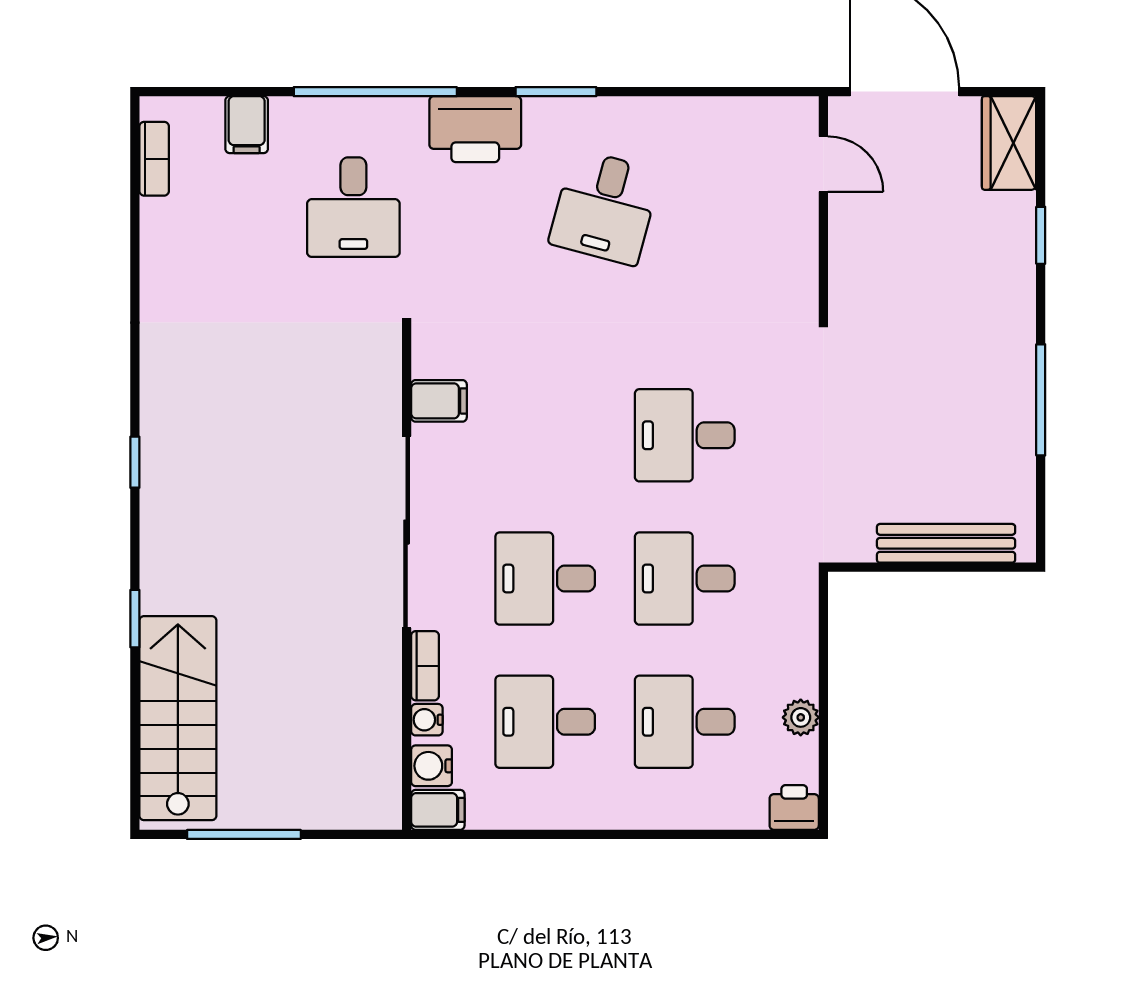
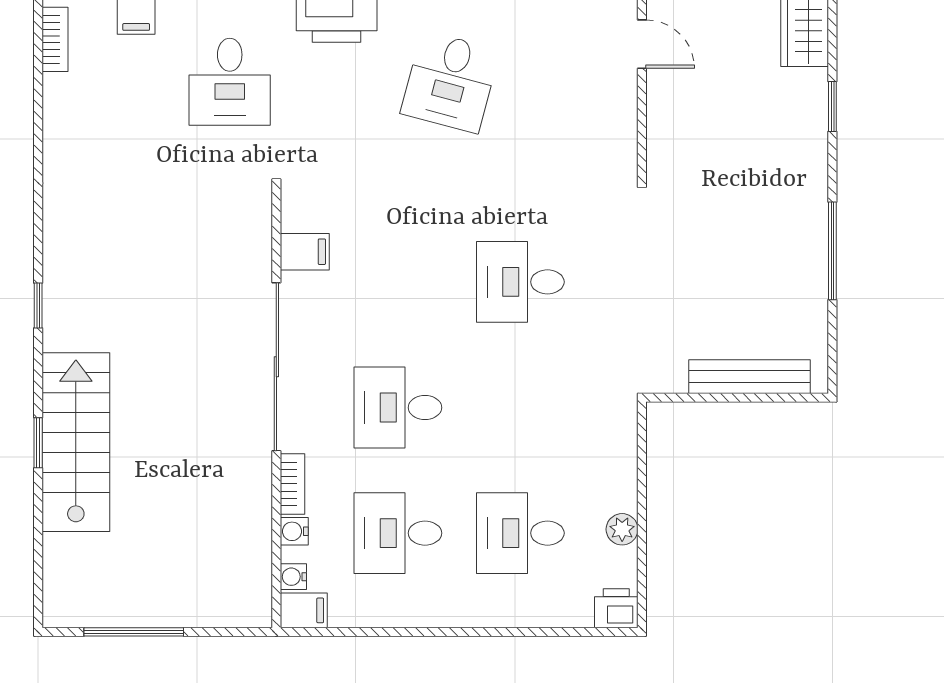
desk: (685, 579) -> (520, 408), removed
stairs: (178, 718) -> (76, 442), moved
water cooler: (432, 766) -> (293, 577), width x0.72, depth x0.72

